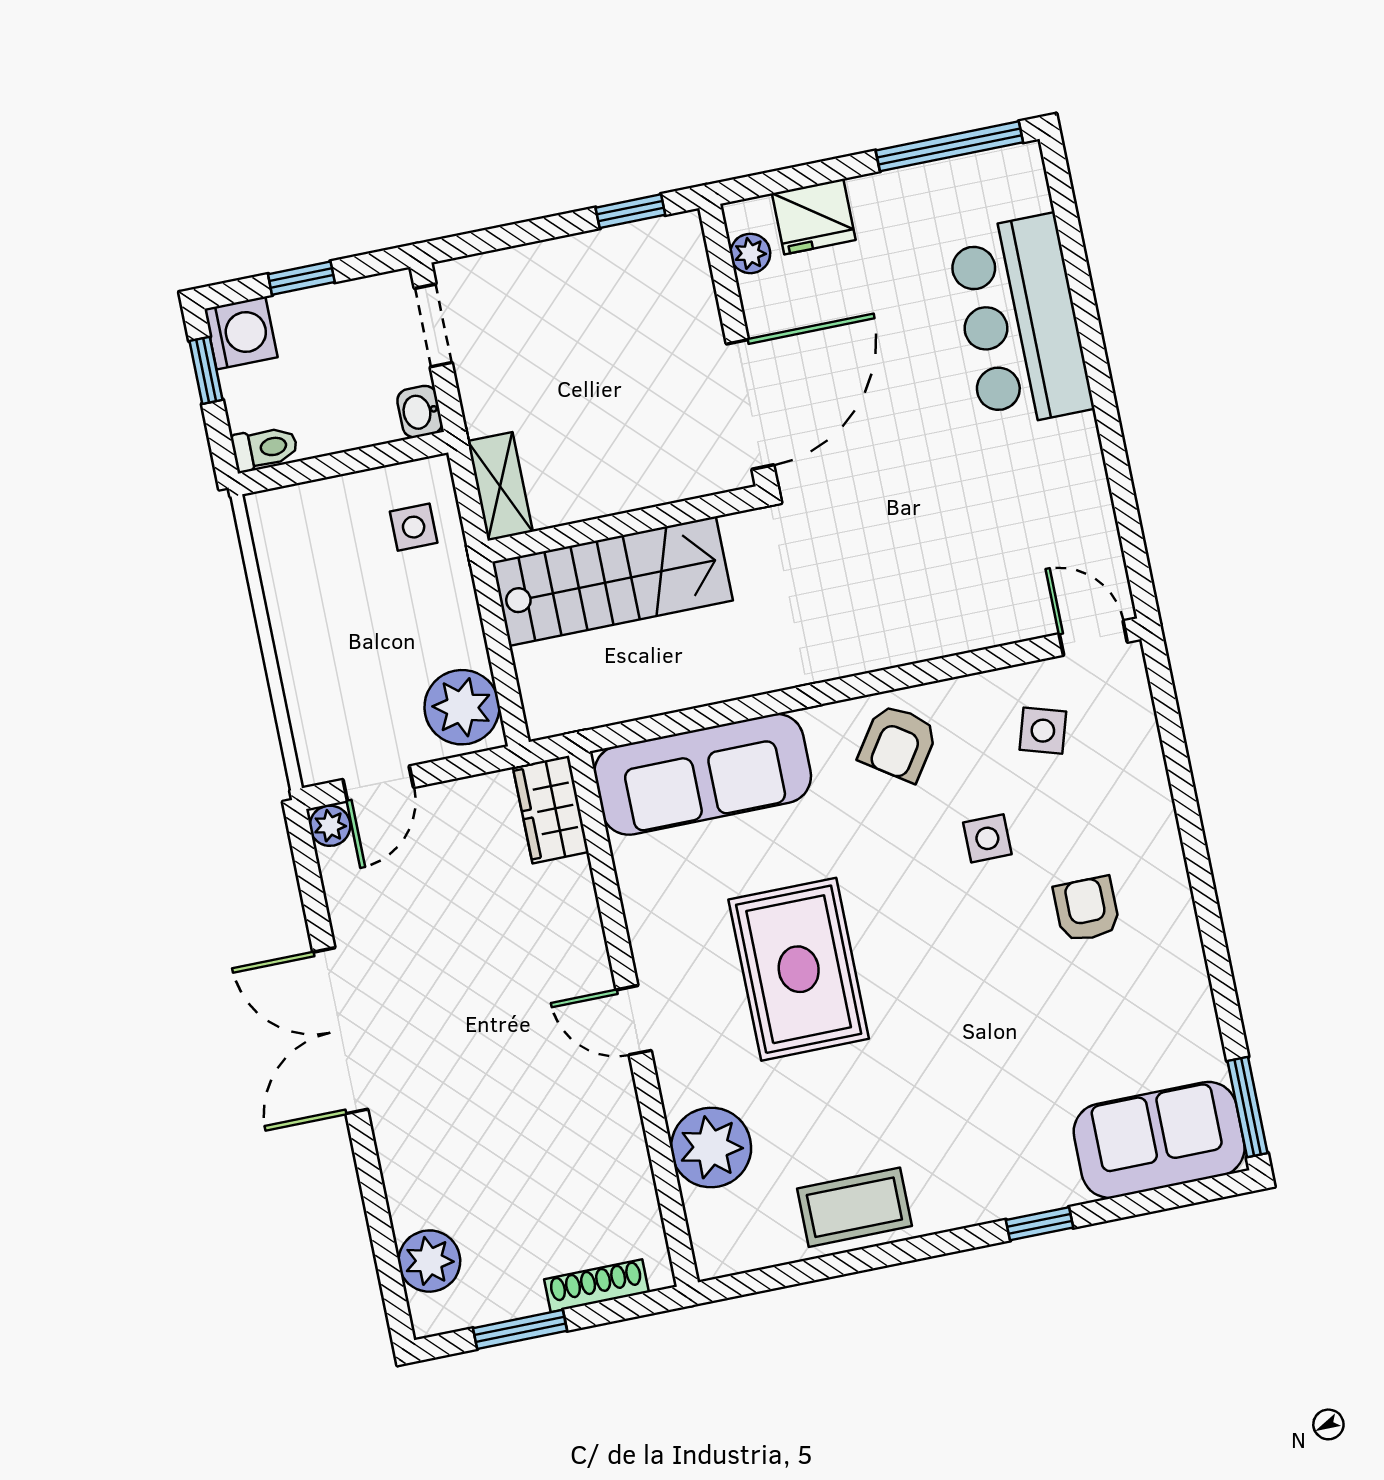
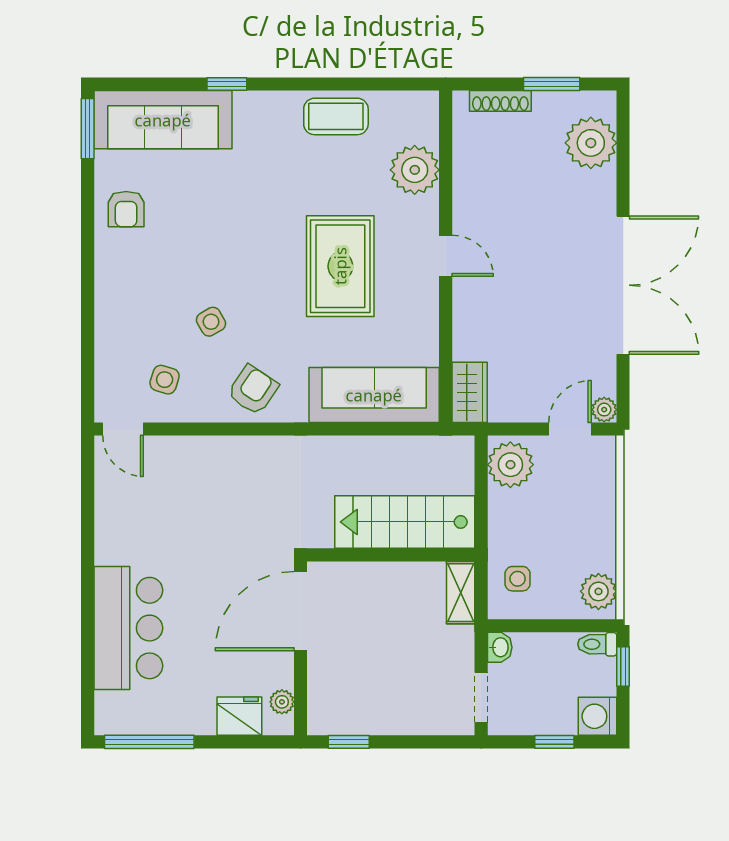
window: (206, 370) -> (623, 666), moved
plant: (280, 533) -> (598, 591), added
side table: (987, 838) -> (211, 322), turned -30
armchair: (1087, 909) -> (126, 209), moved
double door: (340, 1031) -> (623, 285), width x1.36
sofa: (1159, 1140) -> (163, 120), width x1.36
plant: (429, 1261) -> (591, 143), width x1.36, depth x1.36

